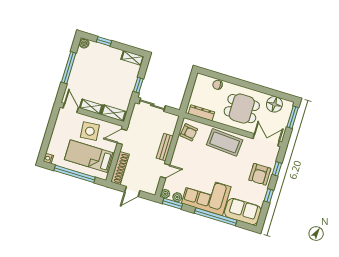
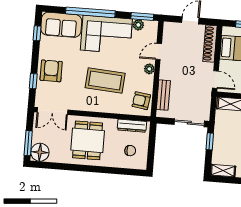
chair: (218, 85) -> (130, 151), moved
floor lamp: (274, 104) -> (40, 152), moved
dining table: (242, 109) -> (88, 140), turned 90
door: (122, 137) -> (215, 79), hinge flipped
coffee table: (225, 142) -> (105, 81), moved
bench: (165, 147) -> (163, 95), moved
plant: (165, 194) -> (149, 69), moved
window: (269, 196) -> (37, 33), moved

